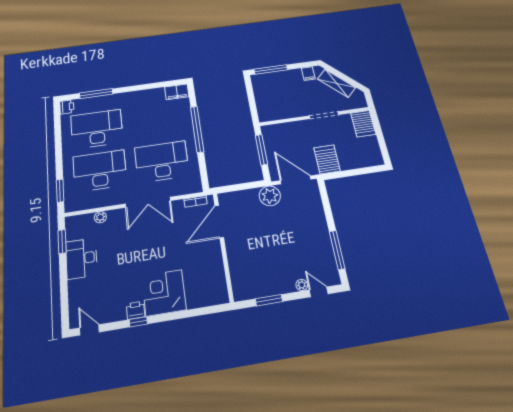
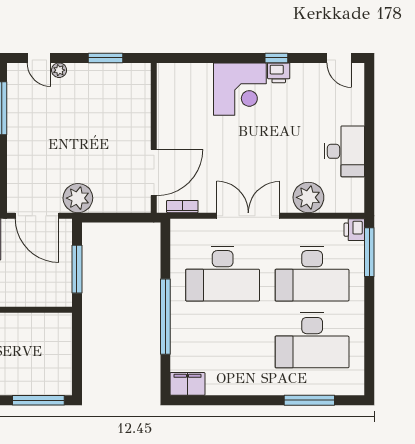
printer: (67, 107) -> (354, 230), moved
window: (60, 191) -> (369, 252), width x1.44
plant: (100, 217) -> (308, 197), width x1.88, depth x1.88
window: (62, 242) -> (369, 179), removed

